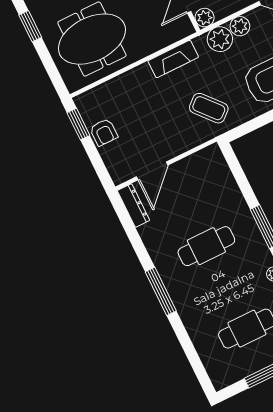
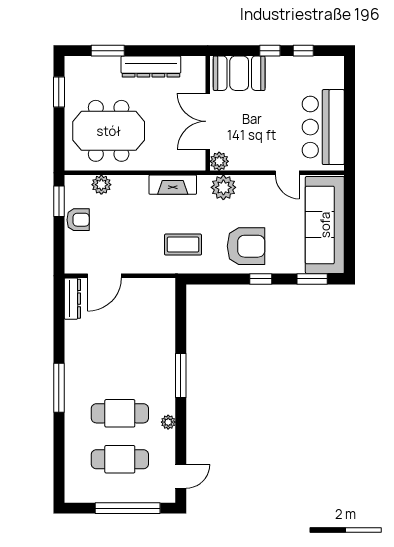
plant: (240, 26) -> (101, 185), moved
coffee table: (209, 108) -> (183, 245), turned -49
armchair: (104, 132) -> (78, 220), turned -90
cafe table: (206, 246) -> (120, 413), moved

